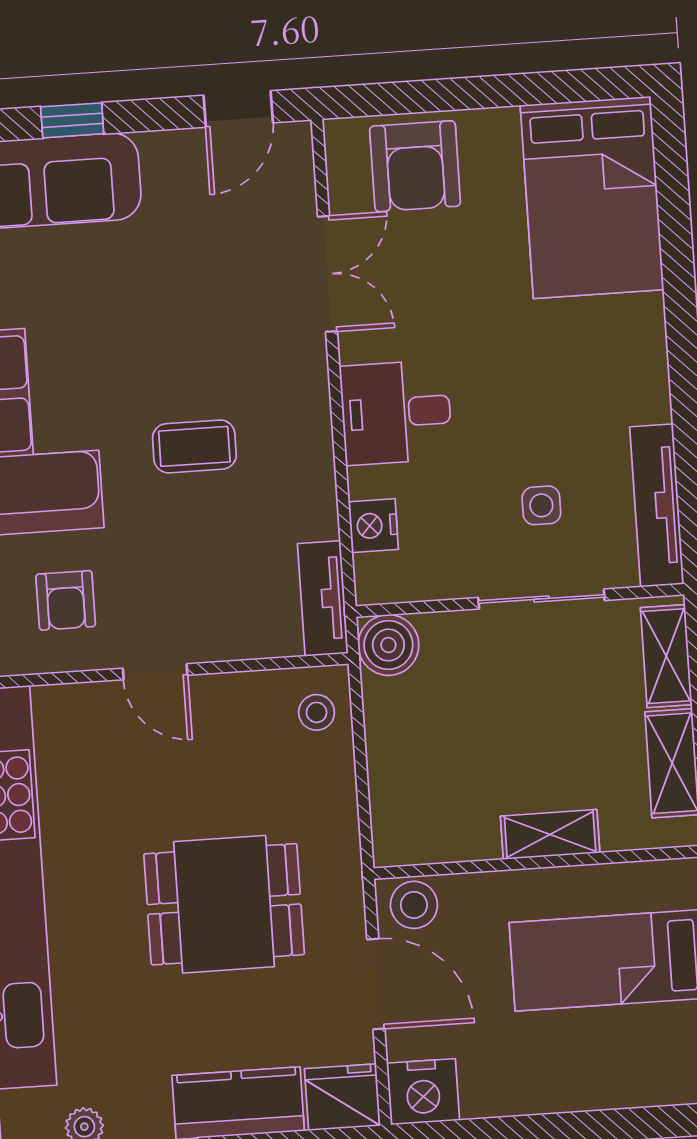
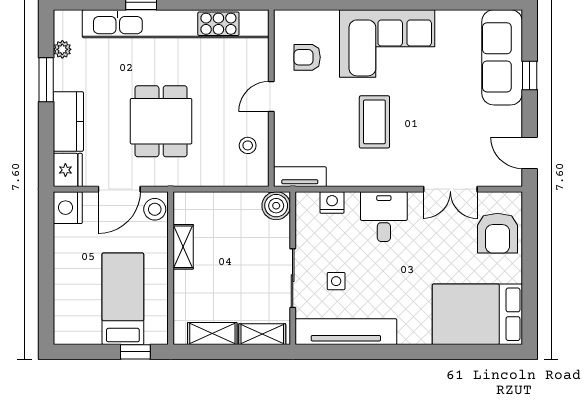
armchair: (415, 166) -> (498, 233), turned -90
coffee table: (194, 446) -> (374, 122), width x1.36, depth x1.30
tv unit: (657, 505) -> (346, 332), width x1.36, depth x1.29
stool: (317, 712) -> (248, 145), moved
shelving: (550, 834) -> (183, 247), moved

